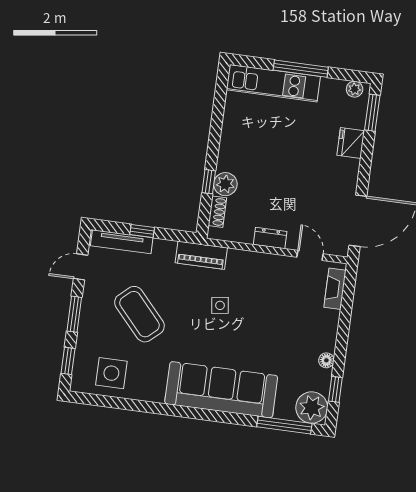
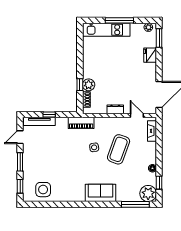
coffee table: (139, 314) -> (119, 149), moved, turned 62
sofa: (221, 390) -> (101, 193), width x0.54, depth x0.79

